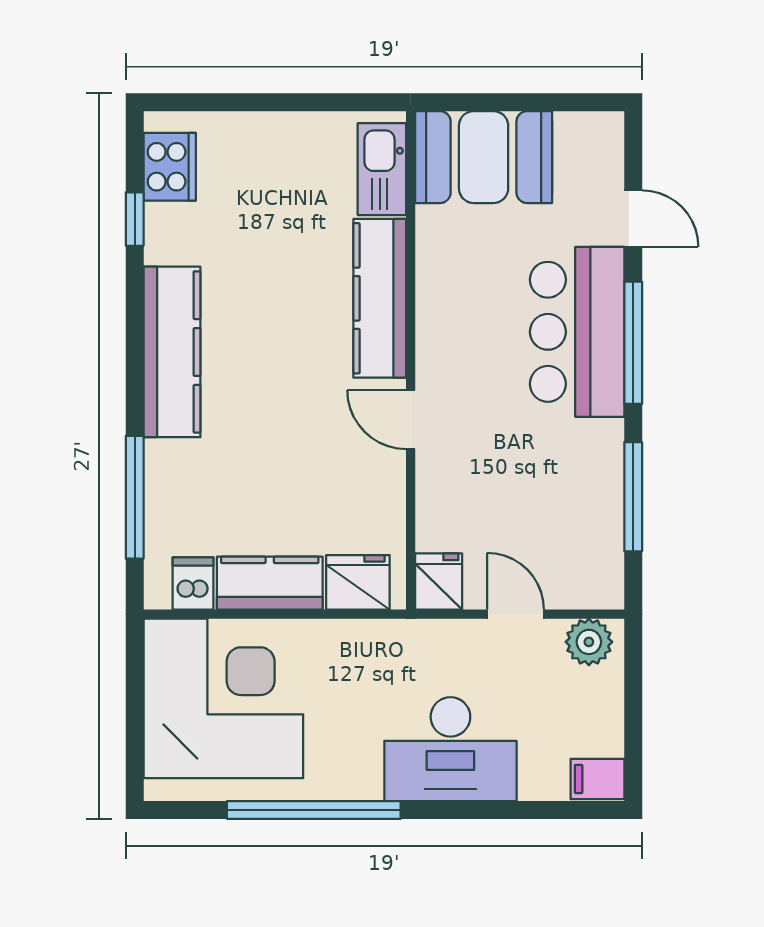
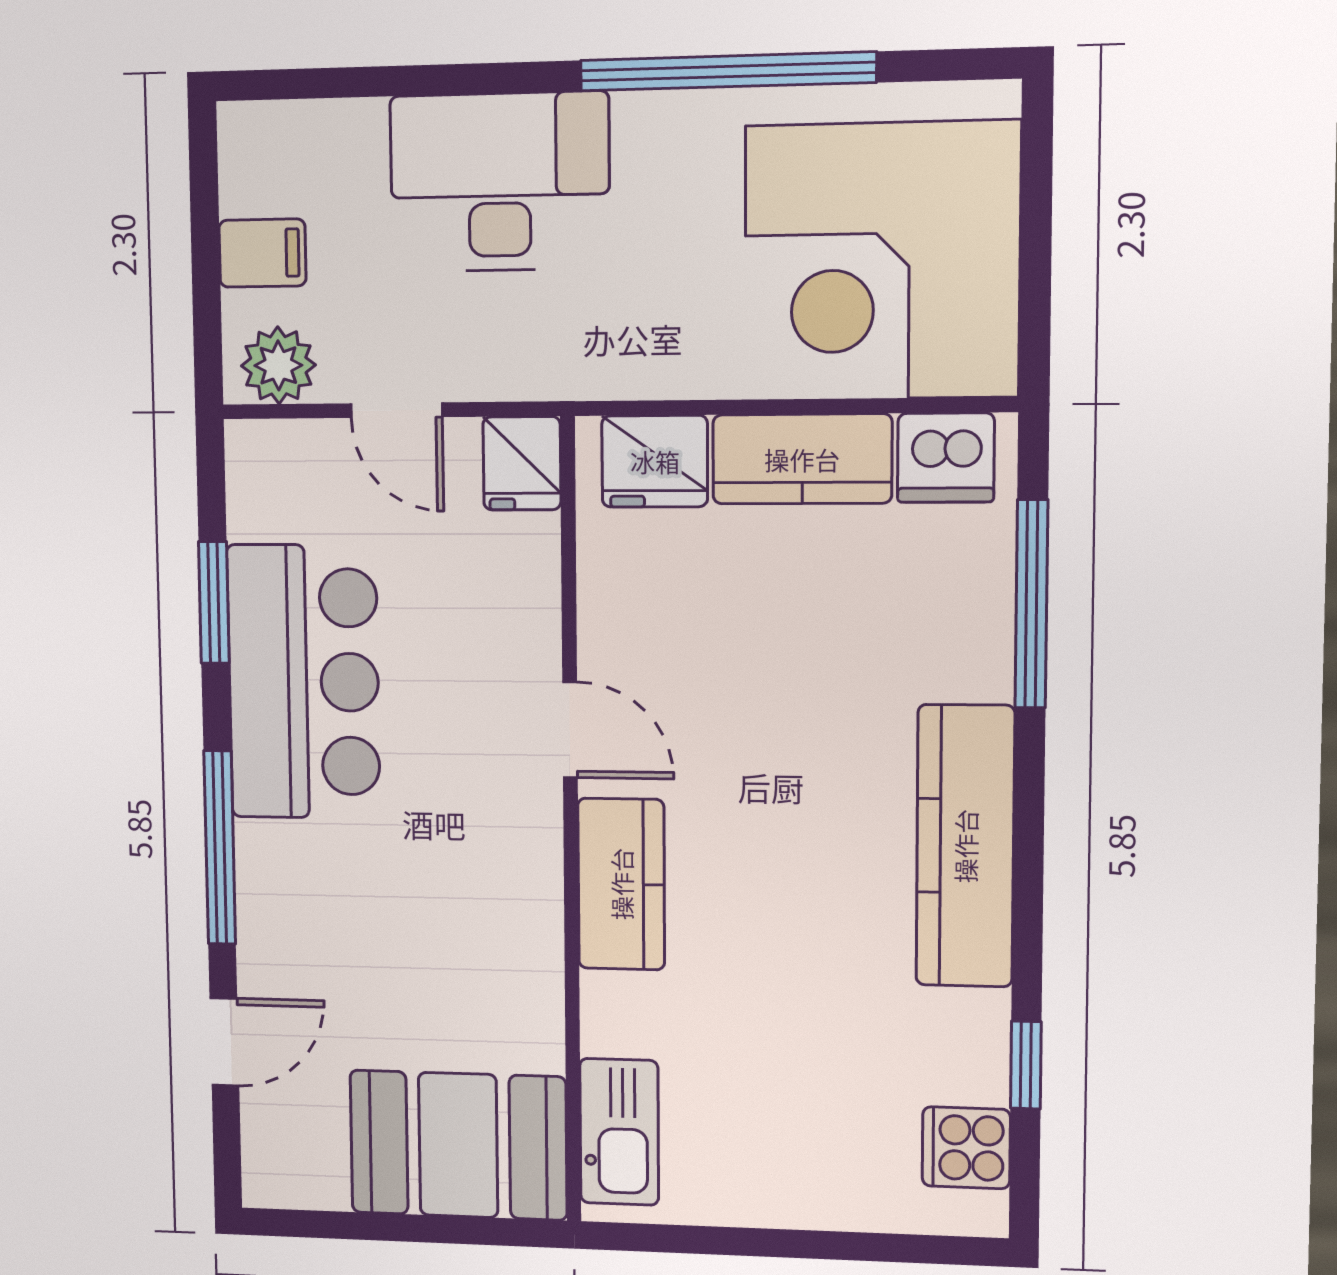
cooker: (170, 167) -> (966, 1148), width x0.73
door: (633, 219) -> (224, 1042), swing flipped
kitchen counter: (380, 298) -> (621, 884), width x0.67
bar counter: (577, 332) -> (304, 682), moved
window: (633, 497) -> (214, 603), width x0.69
dishwasher: (193, 583) -> (946, 458), width x1.38
filing cabinet: (597, 779) -> (262, 253), moved

